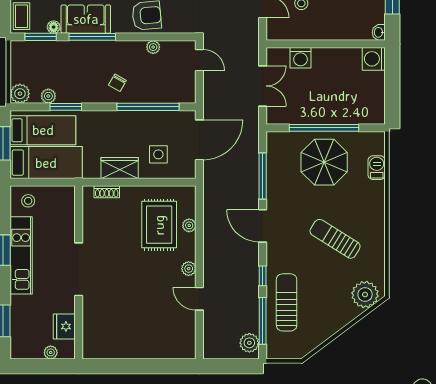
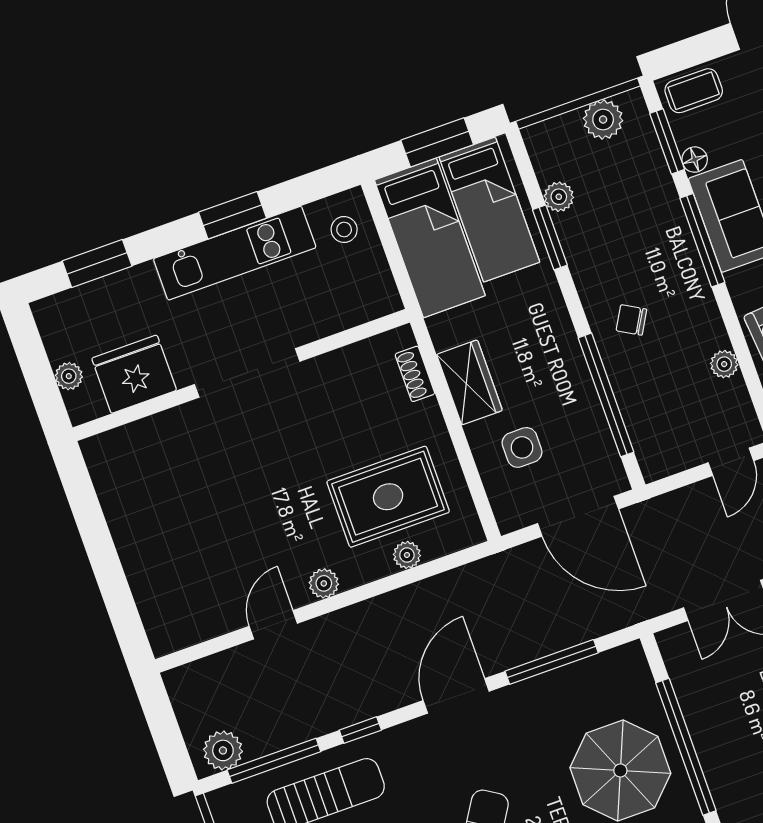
plant: (20, 94) -> (603, 119), moved
fridge: (64, 326) -> (134, 374), width x1.36, depth x1.34

